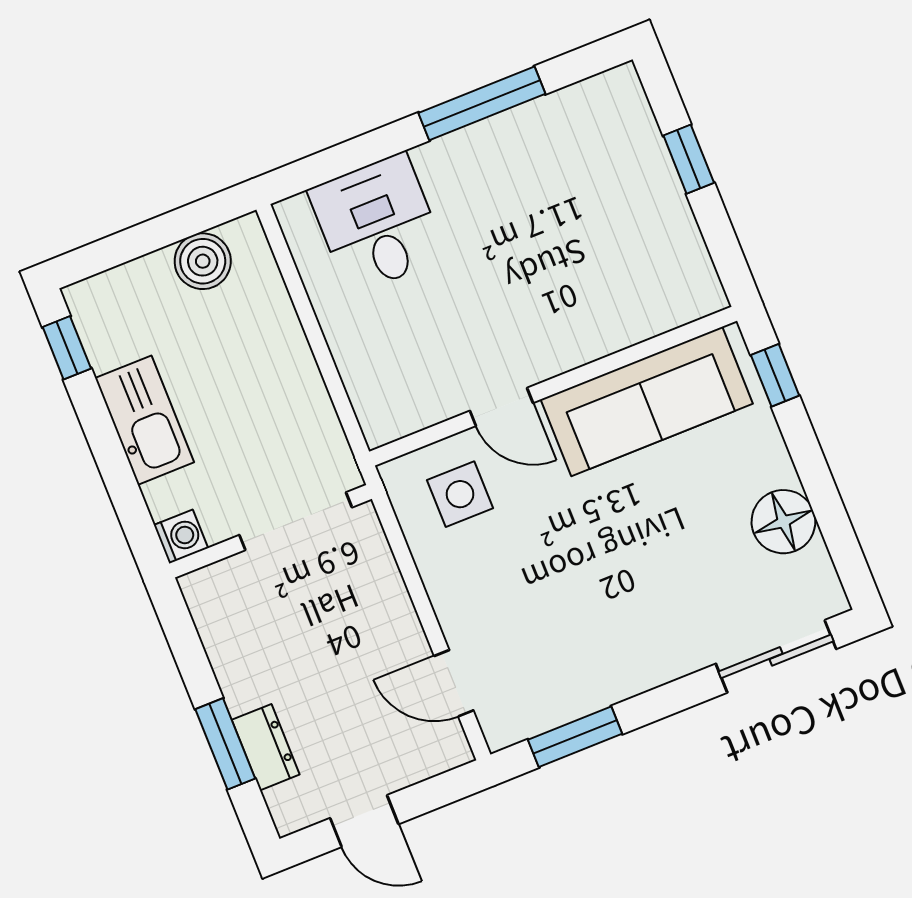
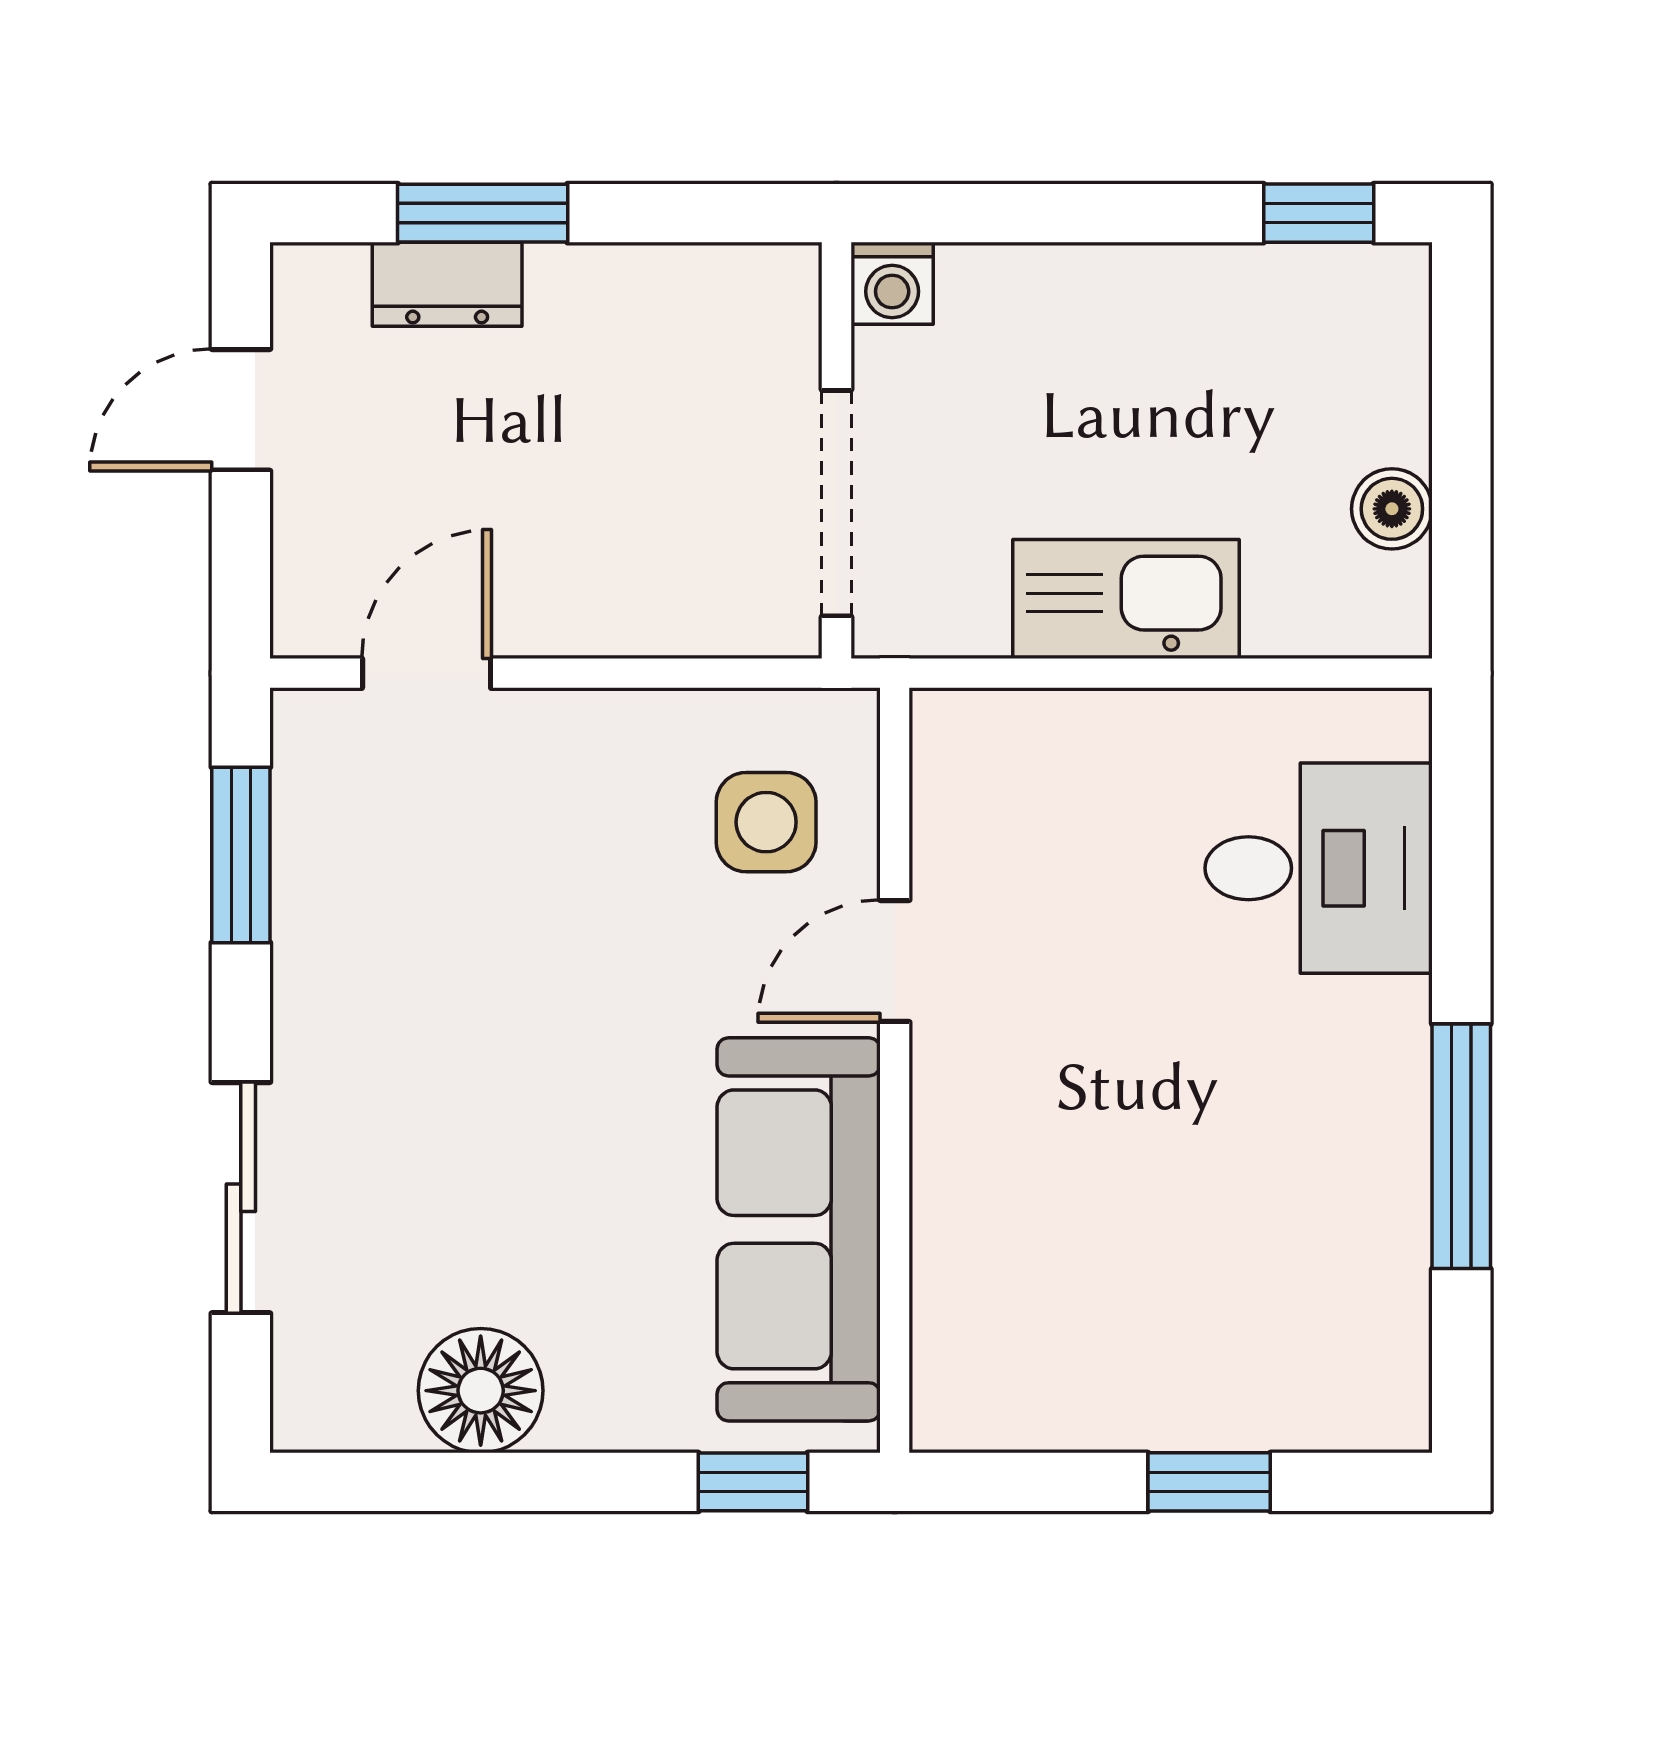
boiler: (203, 261) -> (1392, 509), width x0.73, depth x0.73
kitchen sink: (145, 420) -> (1126, 599), moved, turned 180
sliding door: (776, 656) -> (241, 1198), moved

